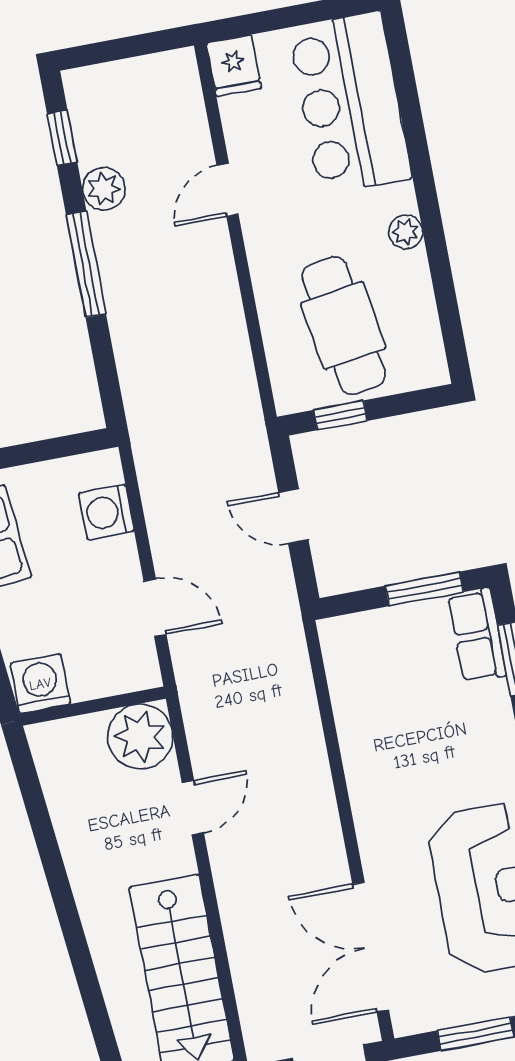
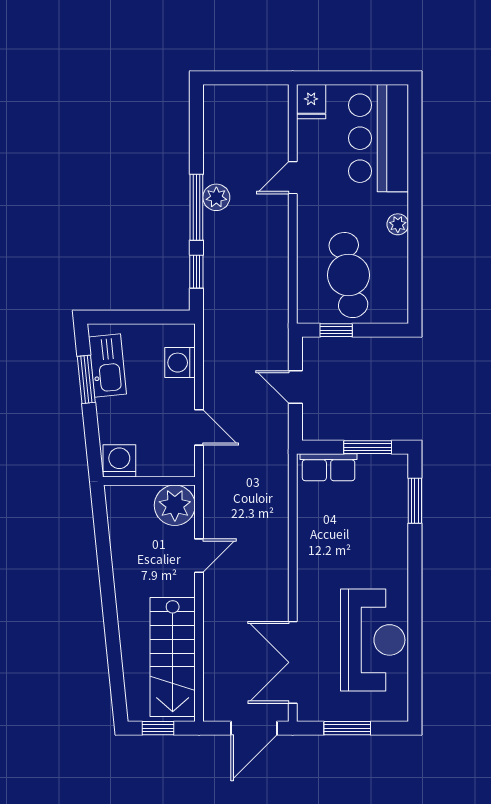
window: (62, 138) -> (196, 272), moved
plant: (104, 189) -> (216, 197), moved
row of seats: (477, 635) -> (329, 467), moved, turned -90

